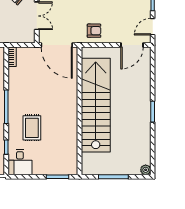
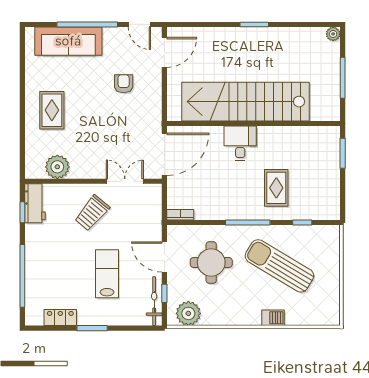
armchair: (94, 31) -> (124, 84), moved
door: (132, 45) -> (164, 52), hinge flipped
rug: (32, 128) -> (276, 188), turned 90
desk: (20, 162) -> (240, 143), moved, turned -90

